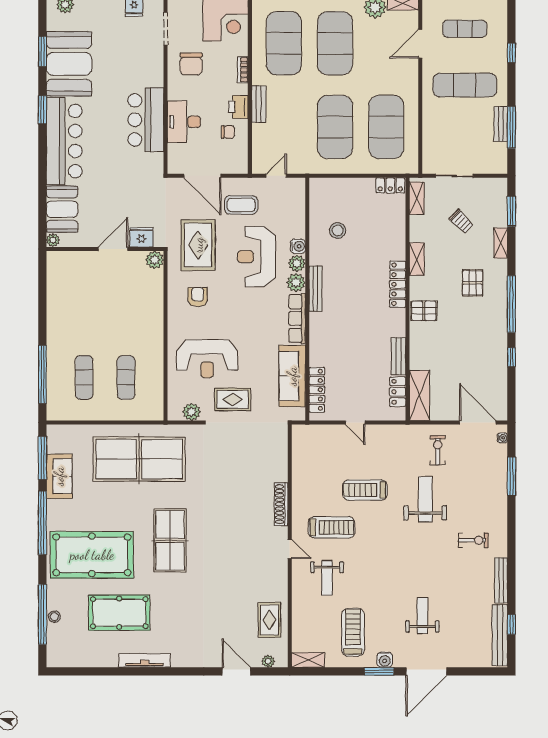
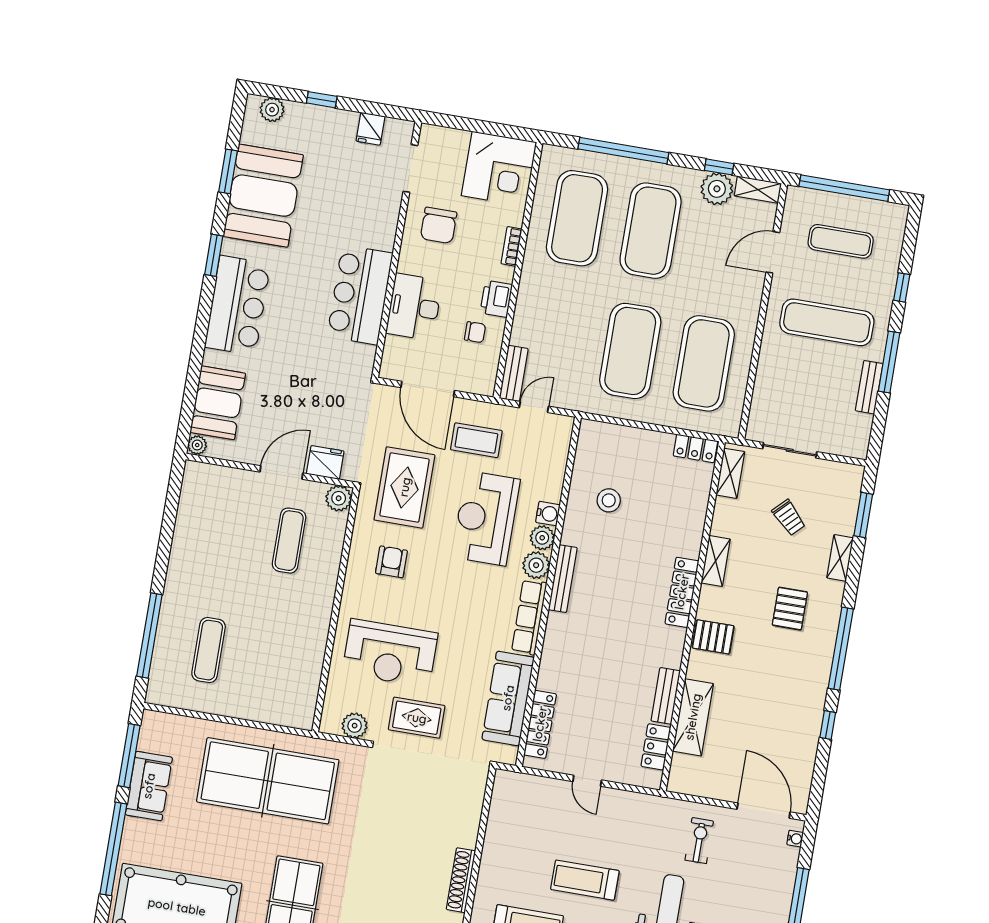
bench: (259, 104) -> (514, 373), moved
window: (511, 127) -> (889, 362), moved
bar counter: (64, 141) -> (238, 305), width x0.73
exercise mat: (126, 377) -> (289, 541), moved
shelving: (419, 395) -> (693, 717), moved

